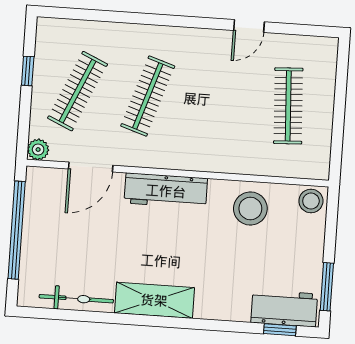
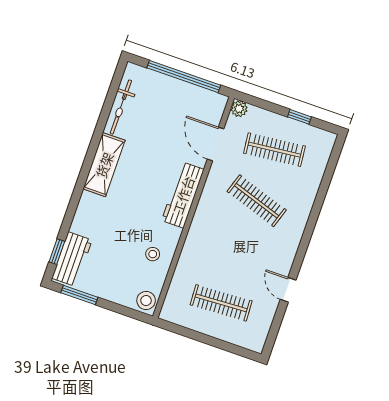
clothes rail: (78, 91) -> (274, 150), turned -30
stool: (250, 208) -> (153, 254), width x0.53, depth x0.53

